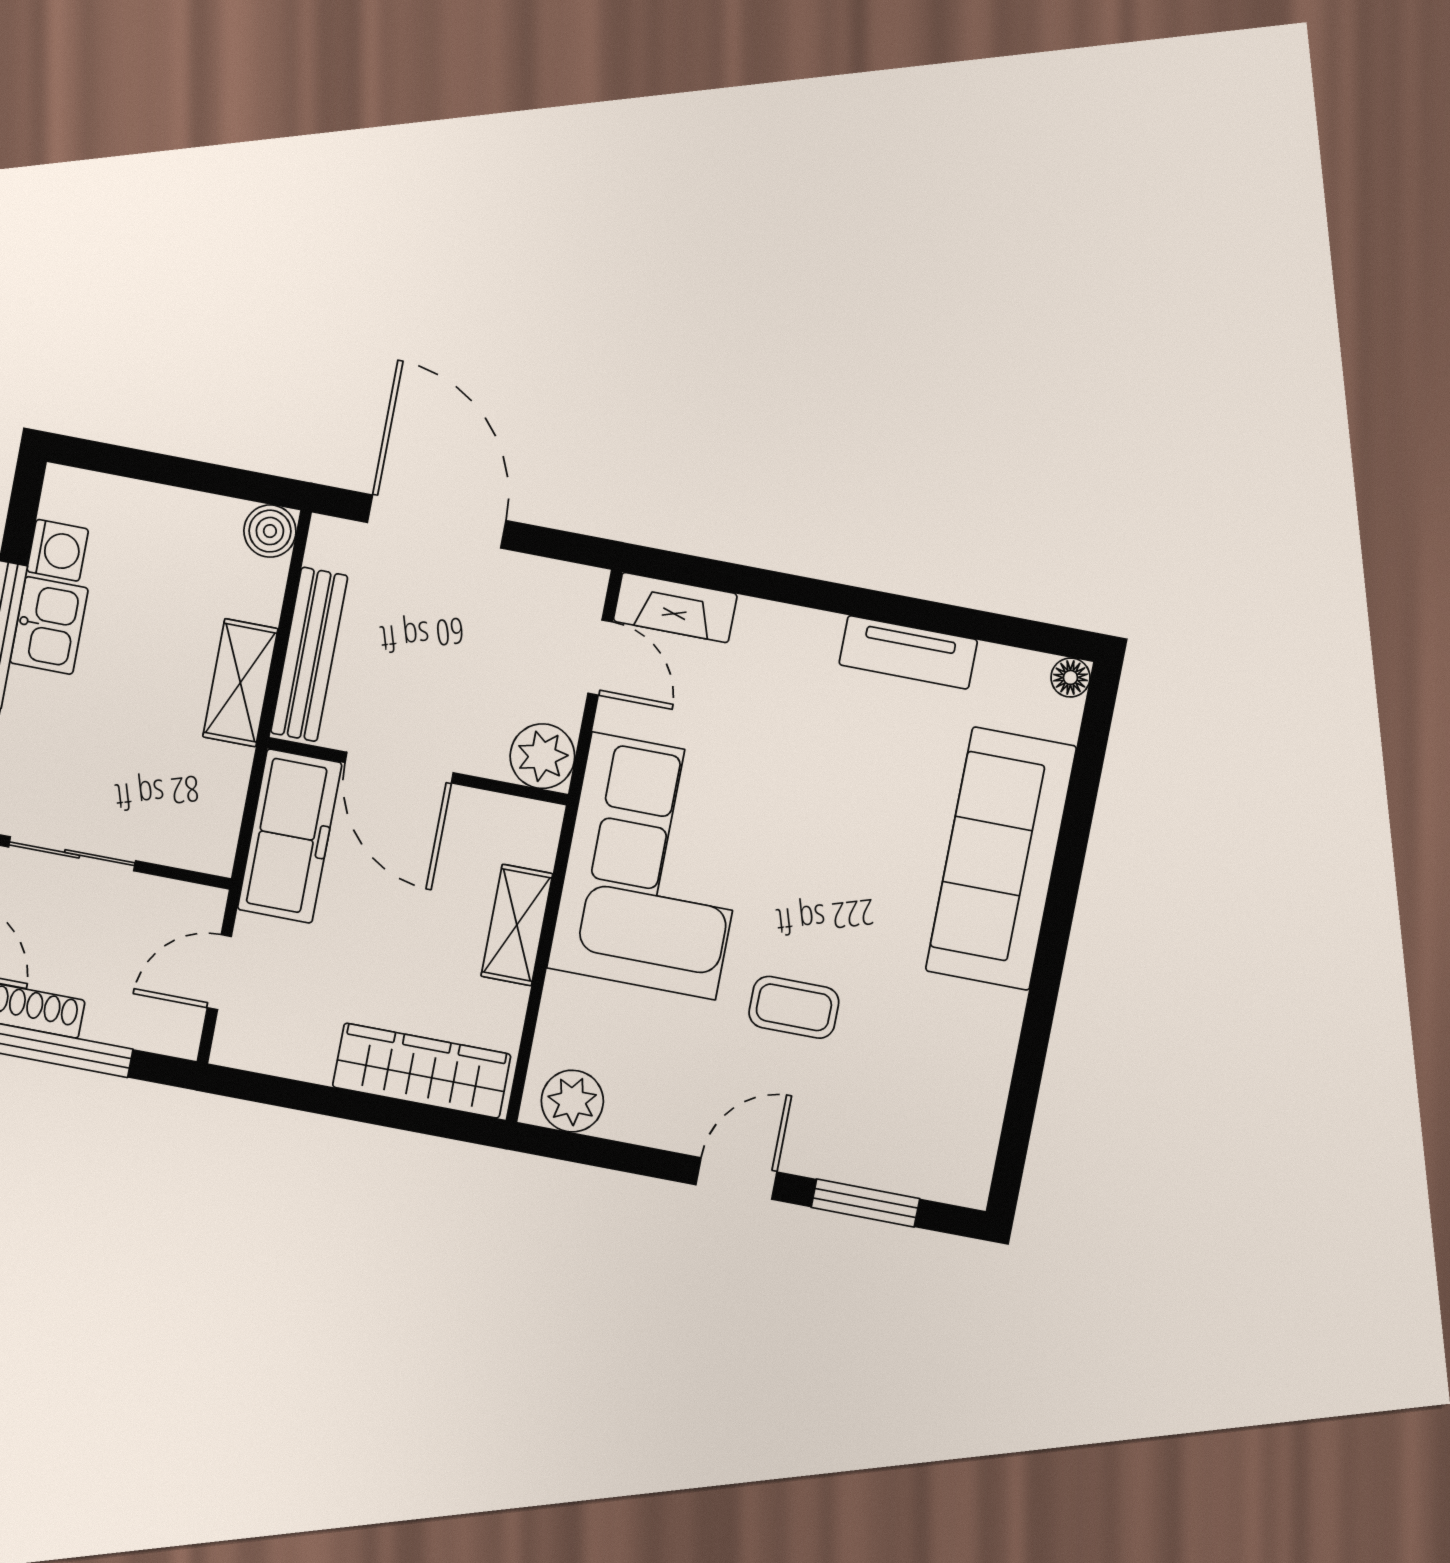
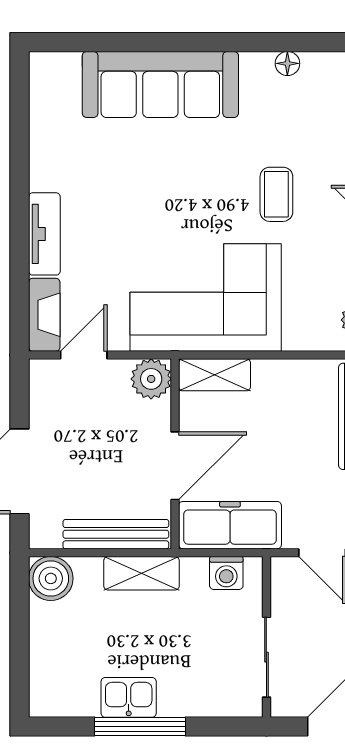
boiler: (270, 531) -> (51, 578), width x1.36, depth x1.36
washing machine: (58, 550) -> (226, 573), moved, turned 180
tv unit: (908, 652) -> (44, 234), moved
floor lamp: (1070, 677) -> (287, 63), moved
shelving: (517, 925) -> (215, 375), moved

